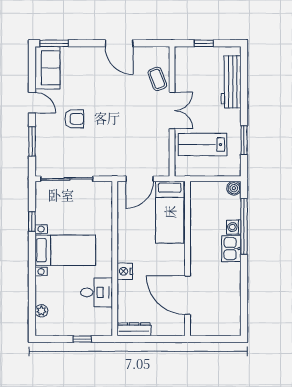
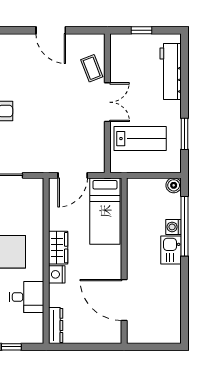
lab bench: (203, 145) -> (140, 139), turned 180
wardrobe: (126, 246) -> (58, 248), added
dresser: (134, 329) -> (56, 325), moved, turned 90

